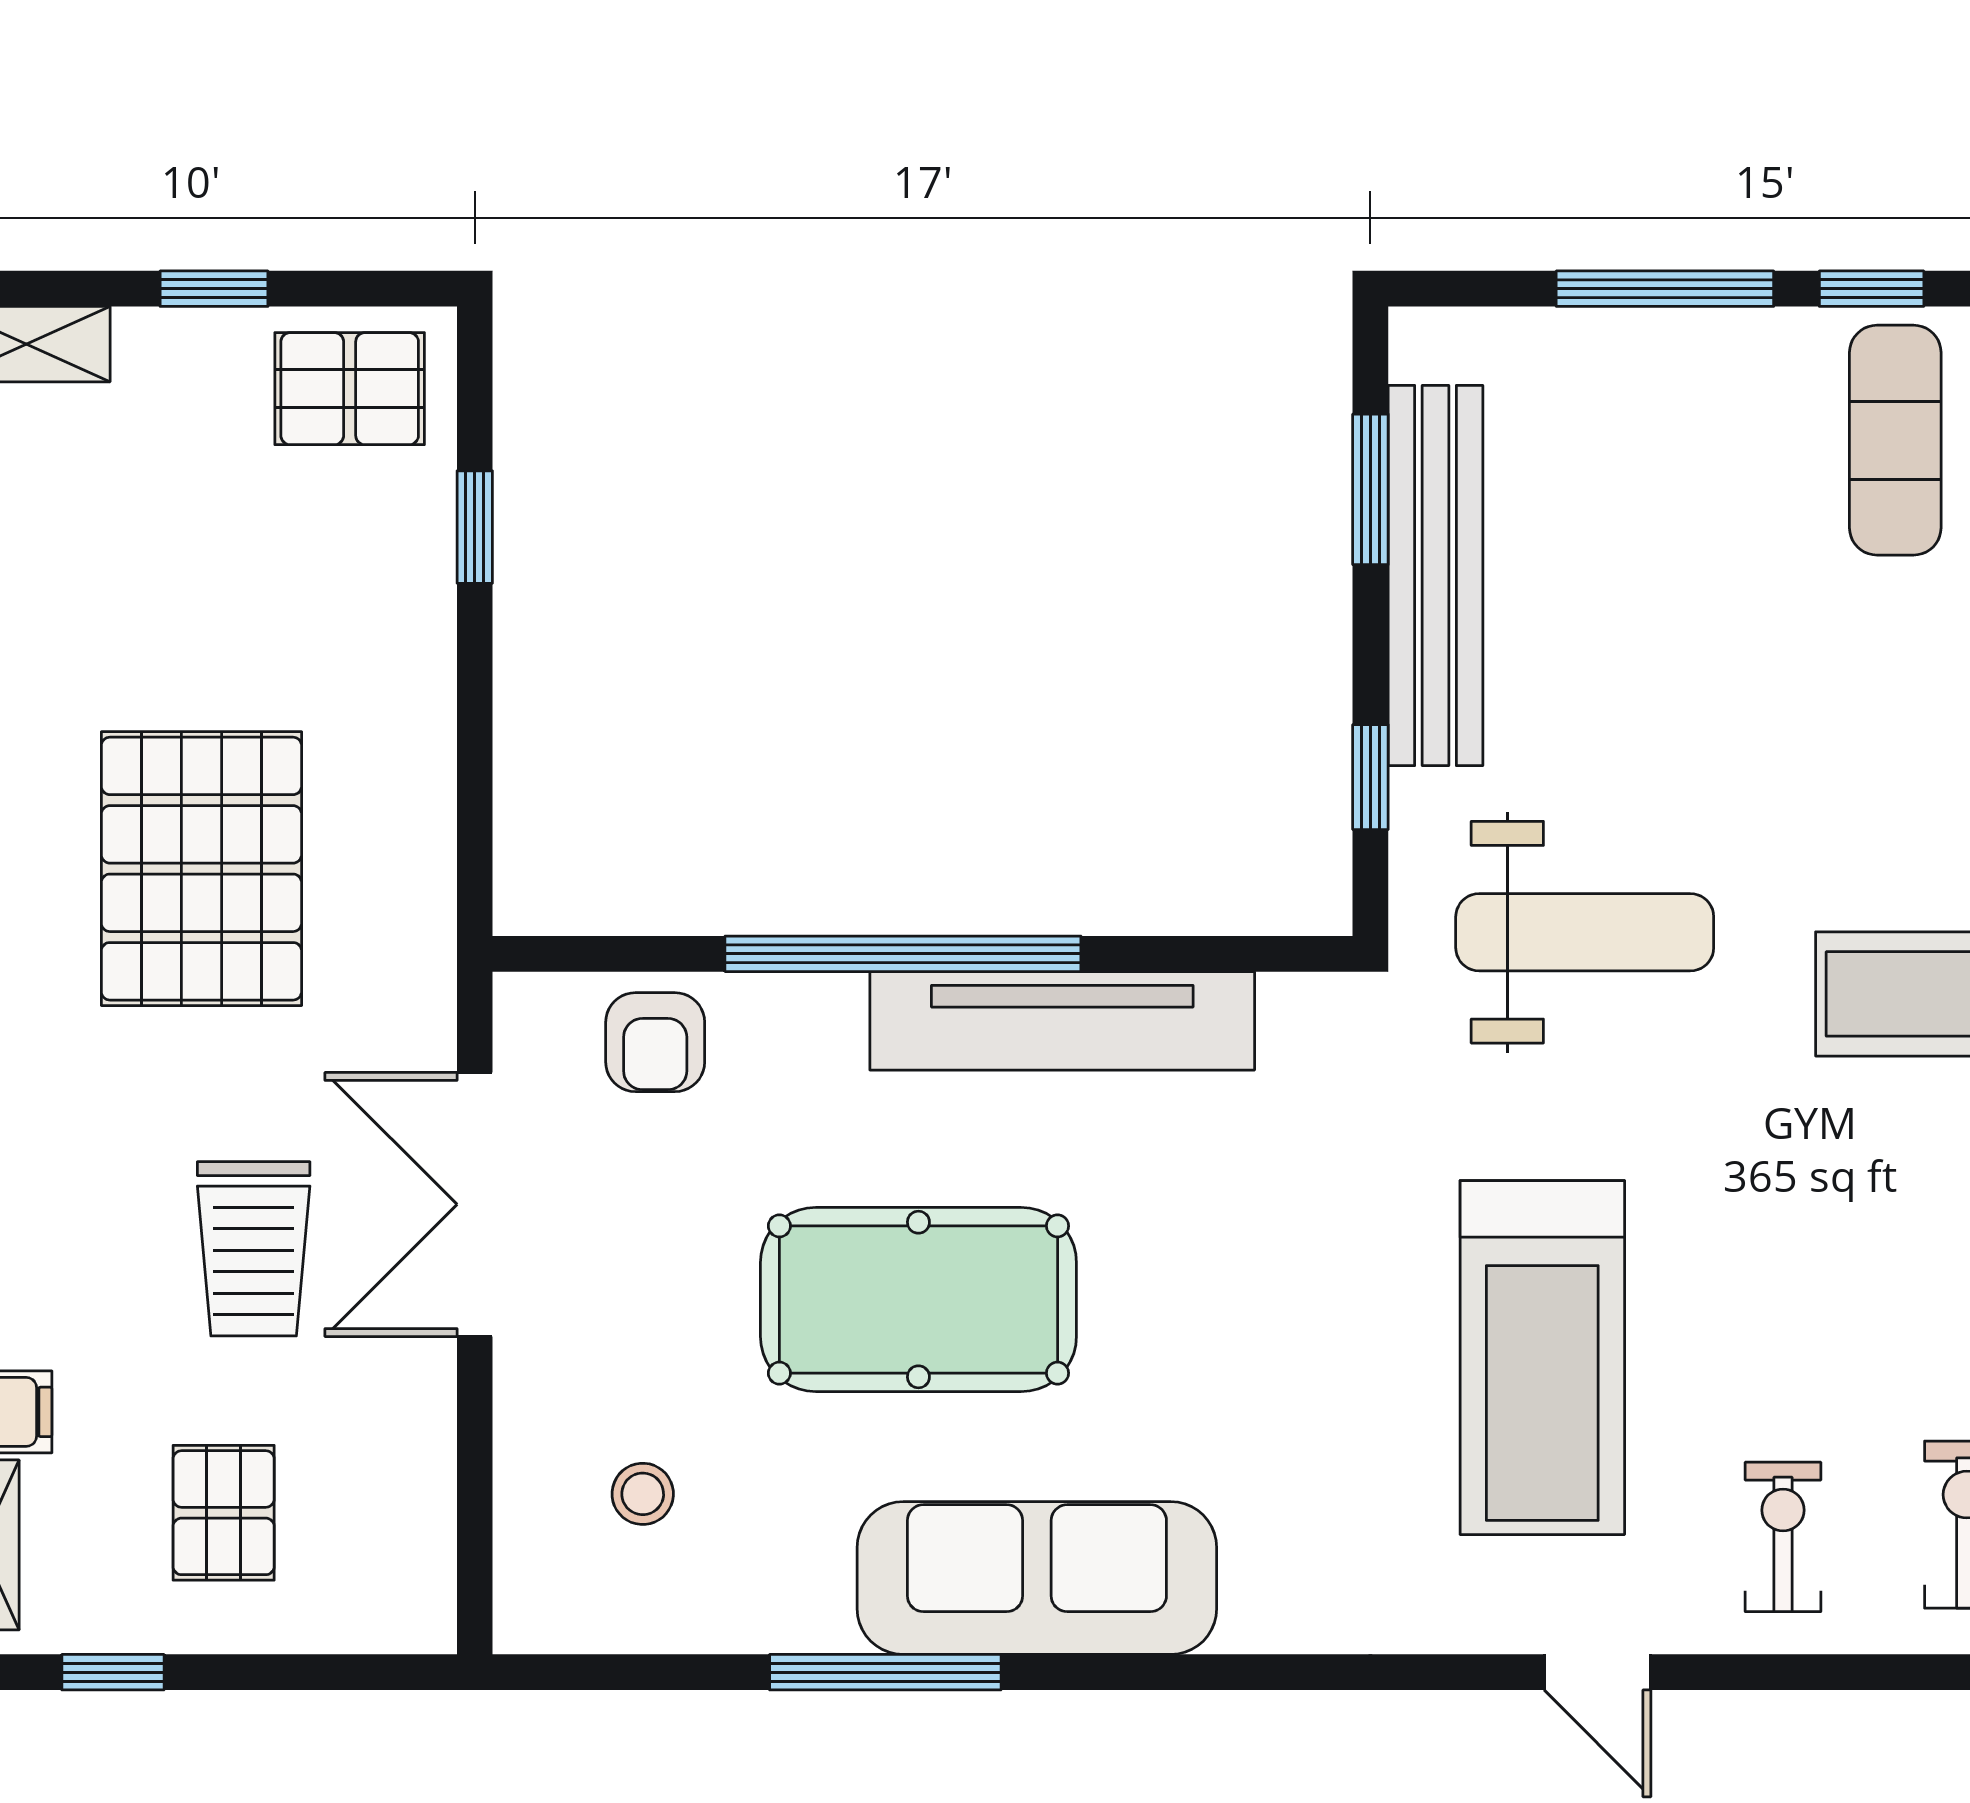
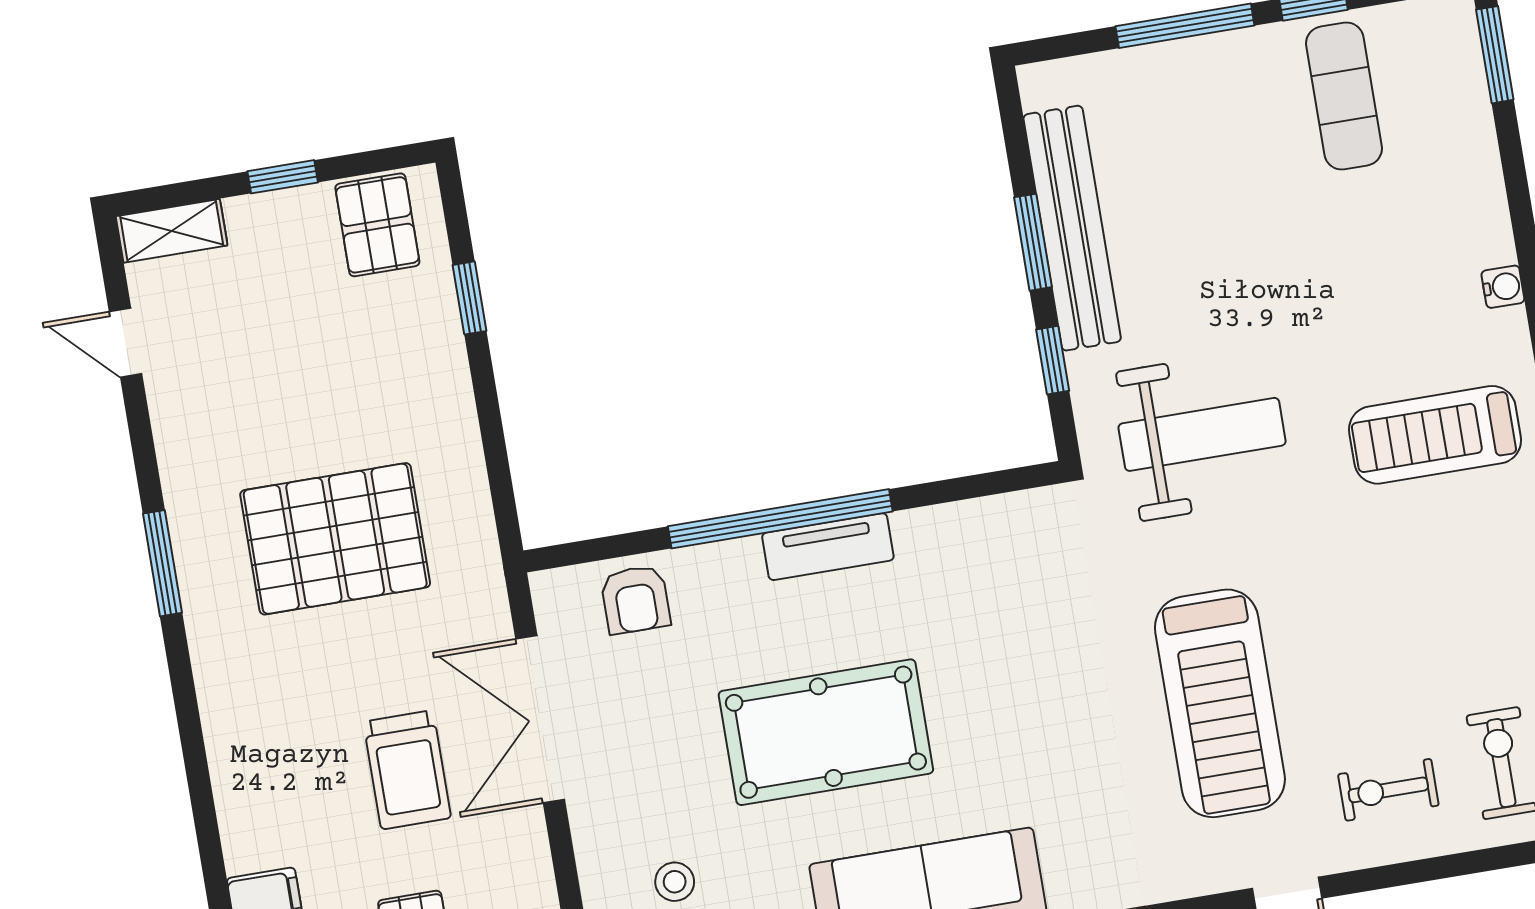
pallet: (350, 389) -> (377, 225), turned 90
window: (1370, 489) -> (1033, 242), moved
pallet: (201, 869) -> (335, 539), turned 90
tv unit: (1062, 1021) -> (828, 547), width x0.52, depth x0.78
exercise bike: (1783, 1537) -> (1388, 790), turned -90

